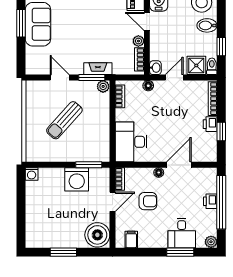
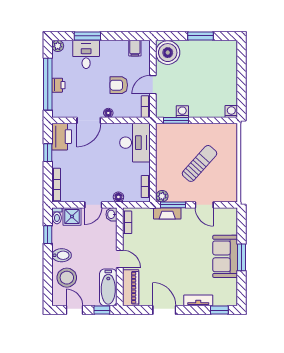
plant: (138, 41) -> (128, 240), removed
printer: (210, 124) -> (62, 137), moved, width x1.87, depth x1.48
washing machine: (77, 179) -> (182, 112), width x0.53, depth x0.53

